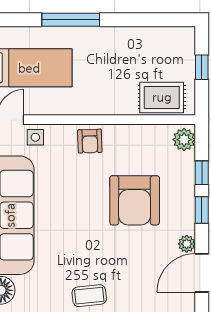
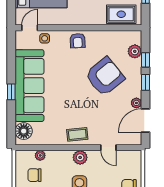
plant: (184, 140) -> (135, 51), moved
armchair: (135, 200) -> (105, 77), turned -129

